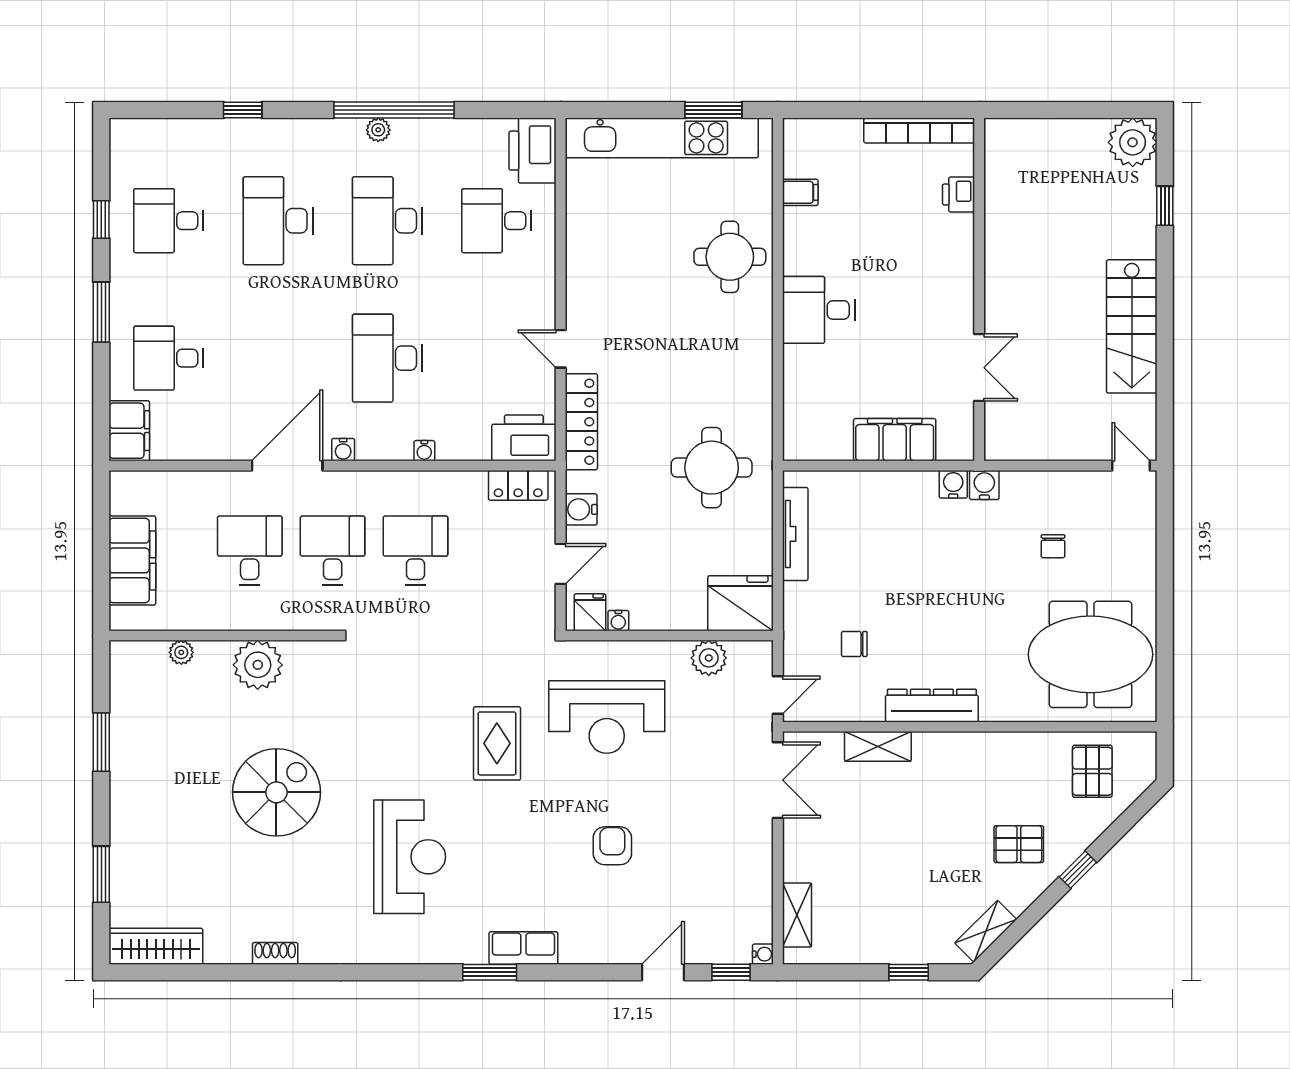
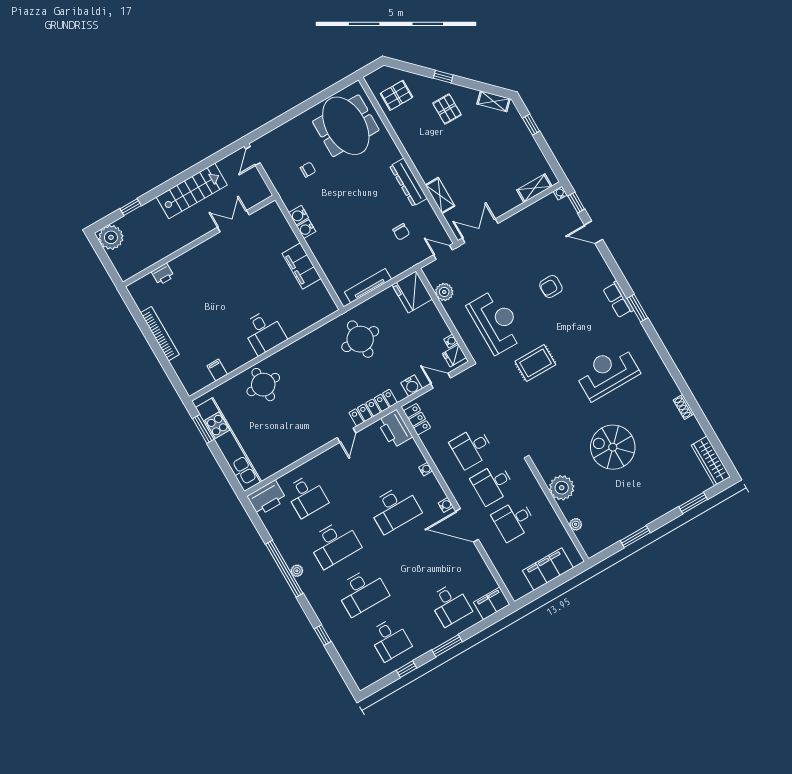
printer: (958, 194) -> (163, 274), moved
wall: (979, 289) -> (199, 241), moved
double door: (979, 368) -> (233, 221), moved

